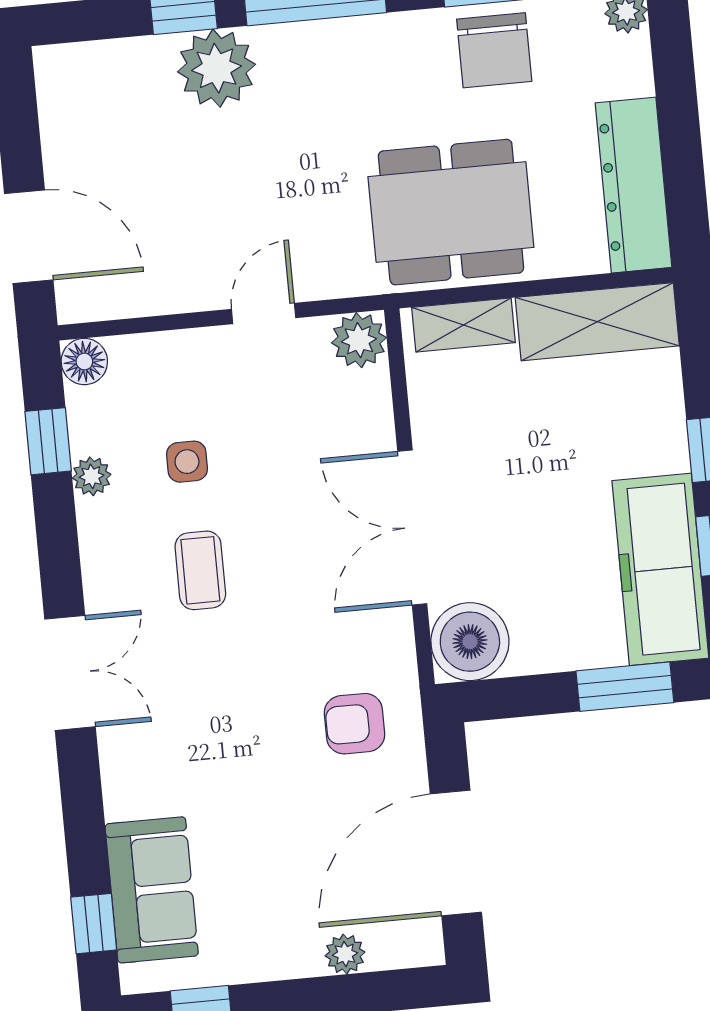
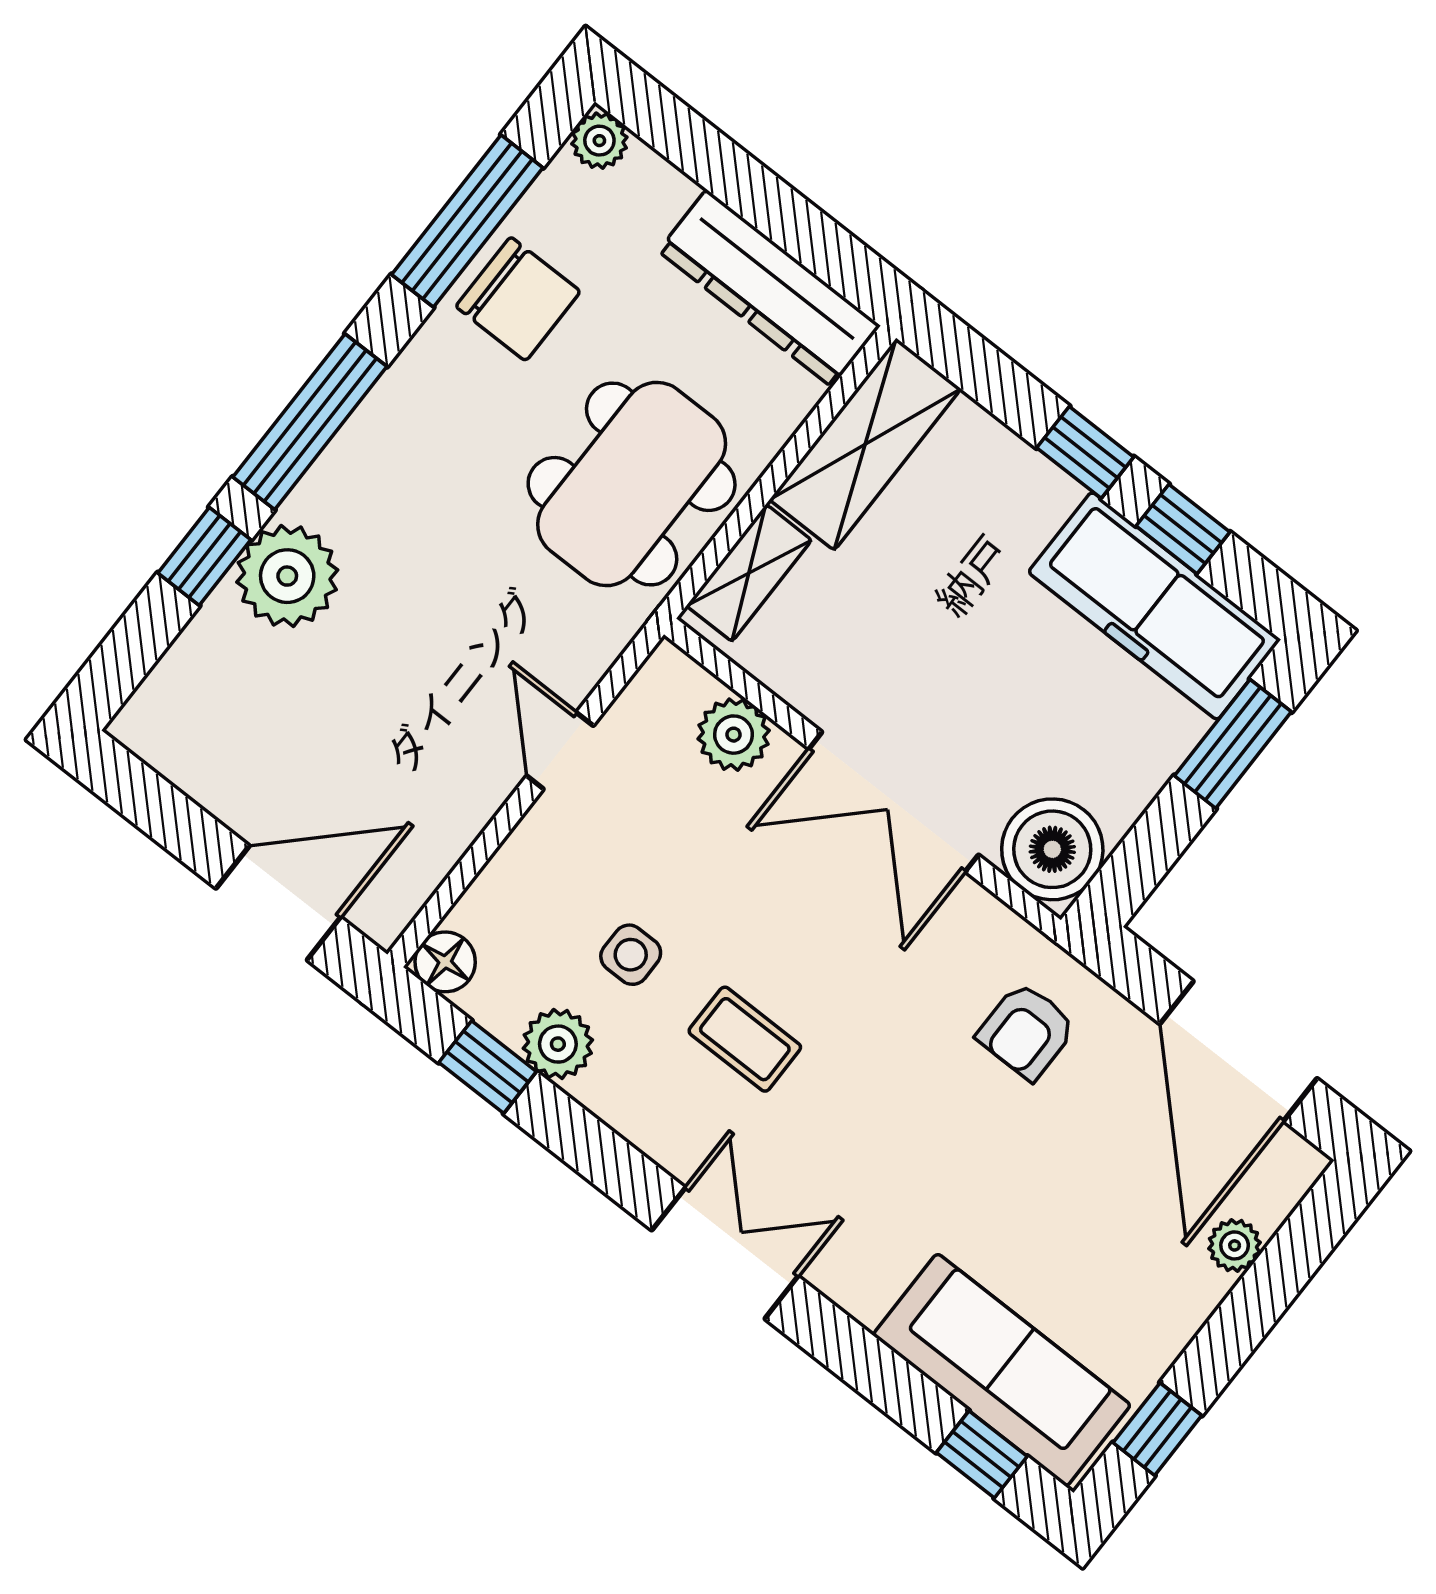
plant: (359, 340) -> (734, 735), moved
plant: (92, 476) -> (558, 1044), width x1.38, depth x1.38
sofa: (152, 890) -> (1002, 1370), width x1.36

